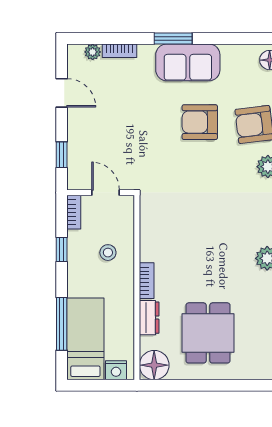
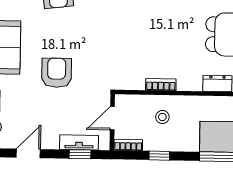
armchair: (200, 122) -> (57, 73), moved, turned 180
tv unit: (76, 153) -> (79, 142), added
bookcase: (147, 281) -> (161, 85), moved

